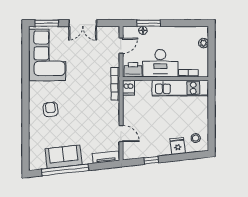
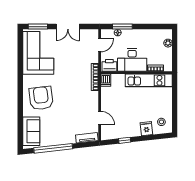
armchair: (51, 109) -> (41, 98), width x1.88, depth x1.88
sofa: (63, 157) -> (31, 131), moved, turned 96

